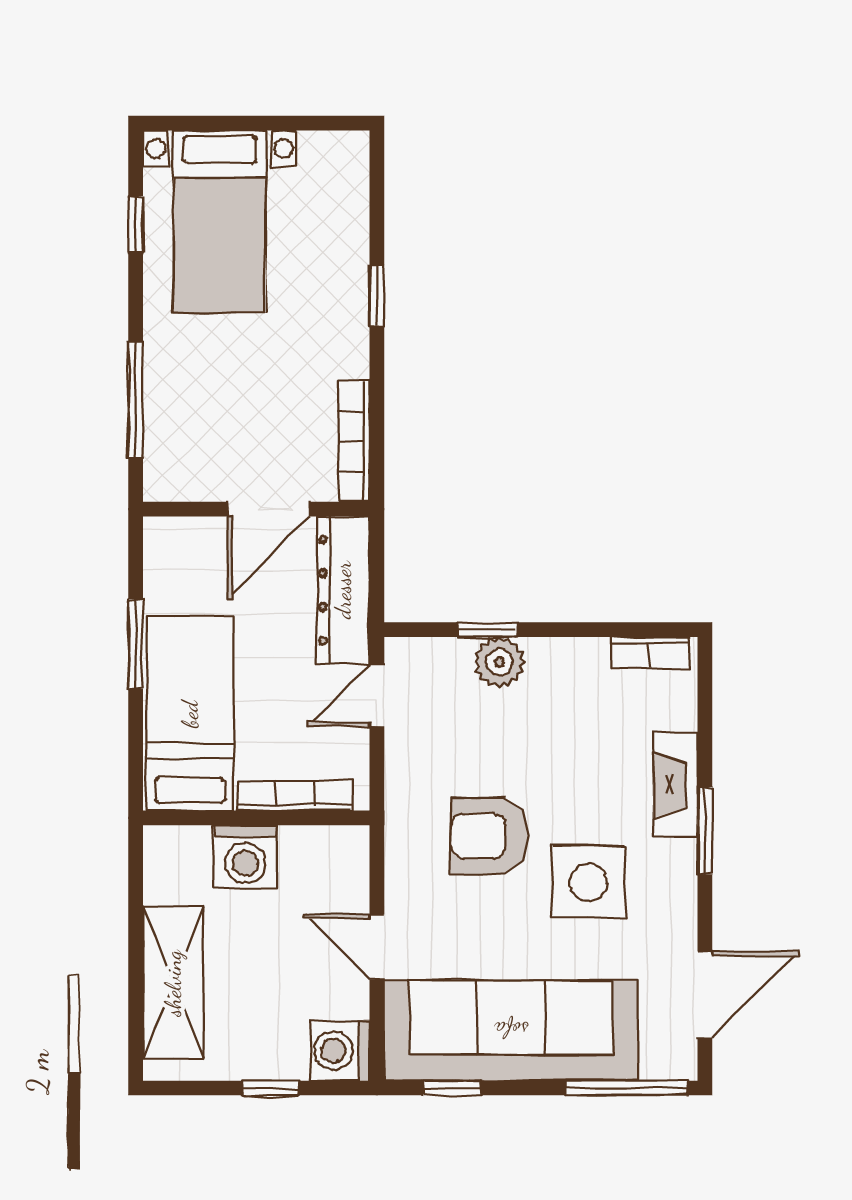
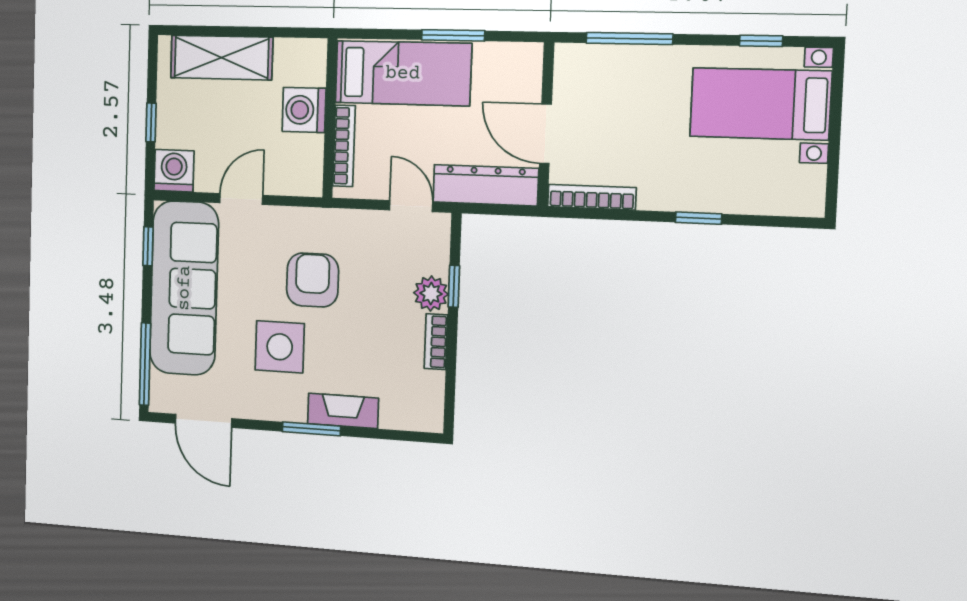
bookcase: (650, 653) -> (436, 342), moved

